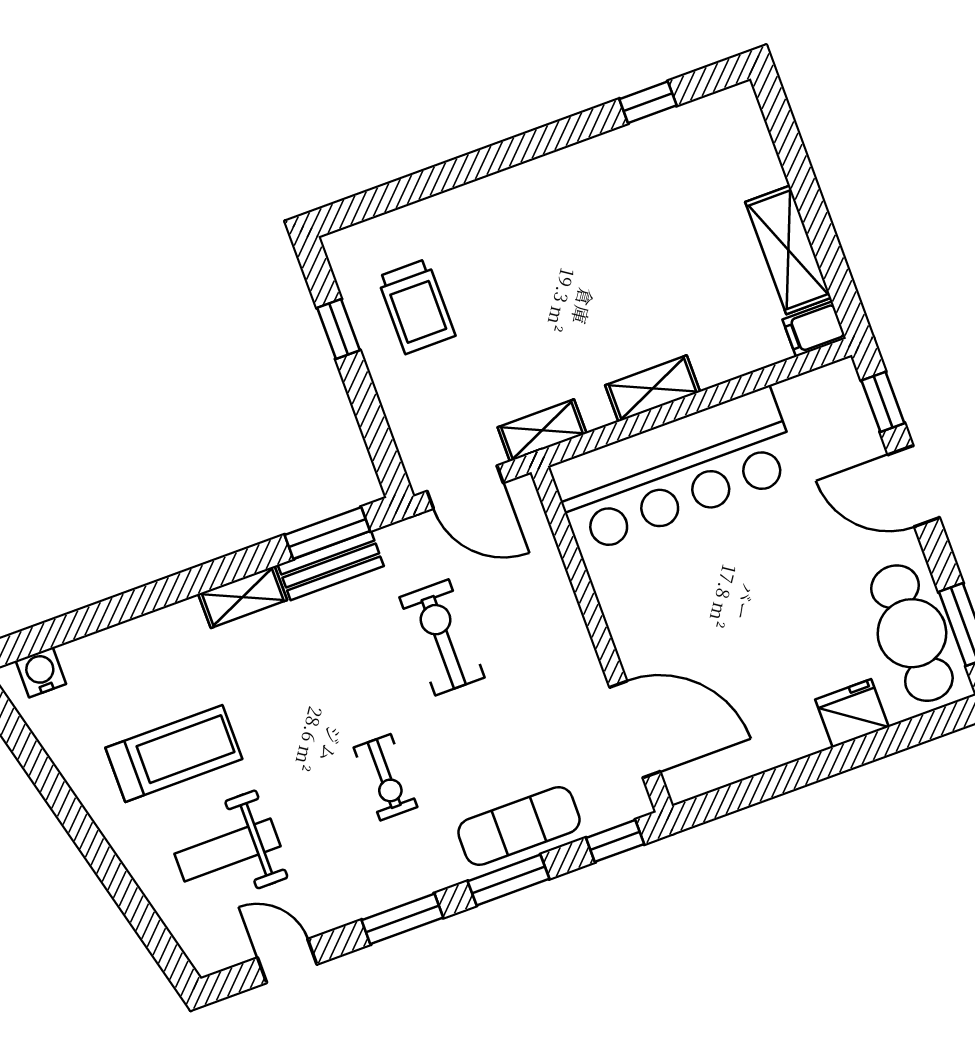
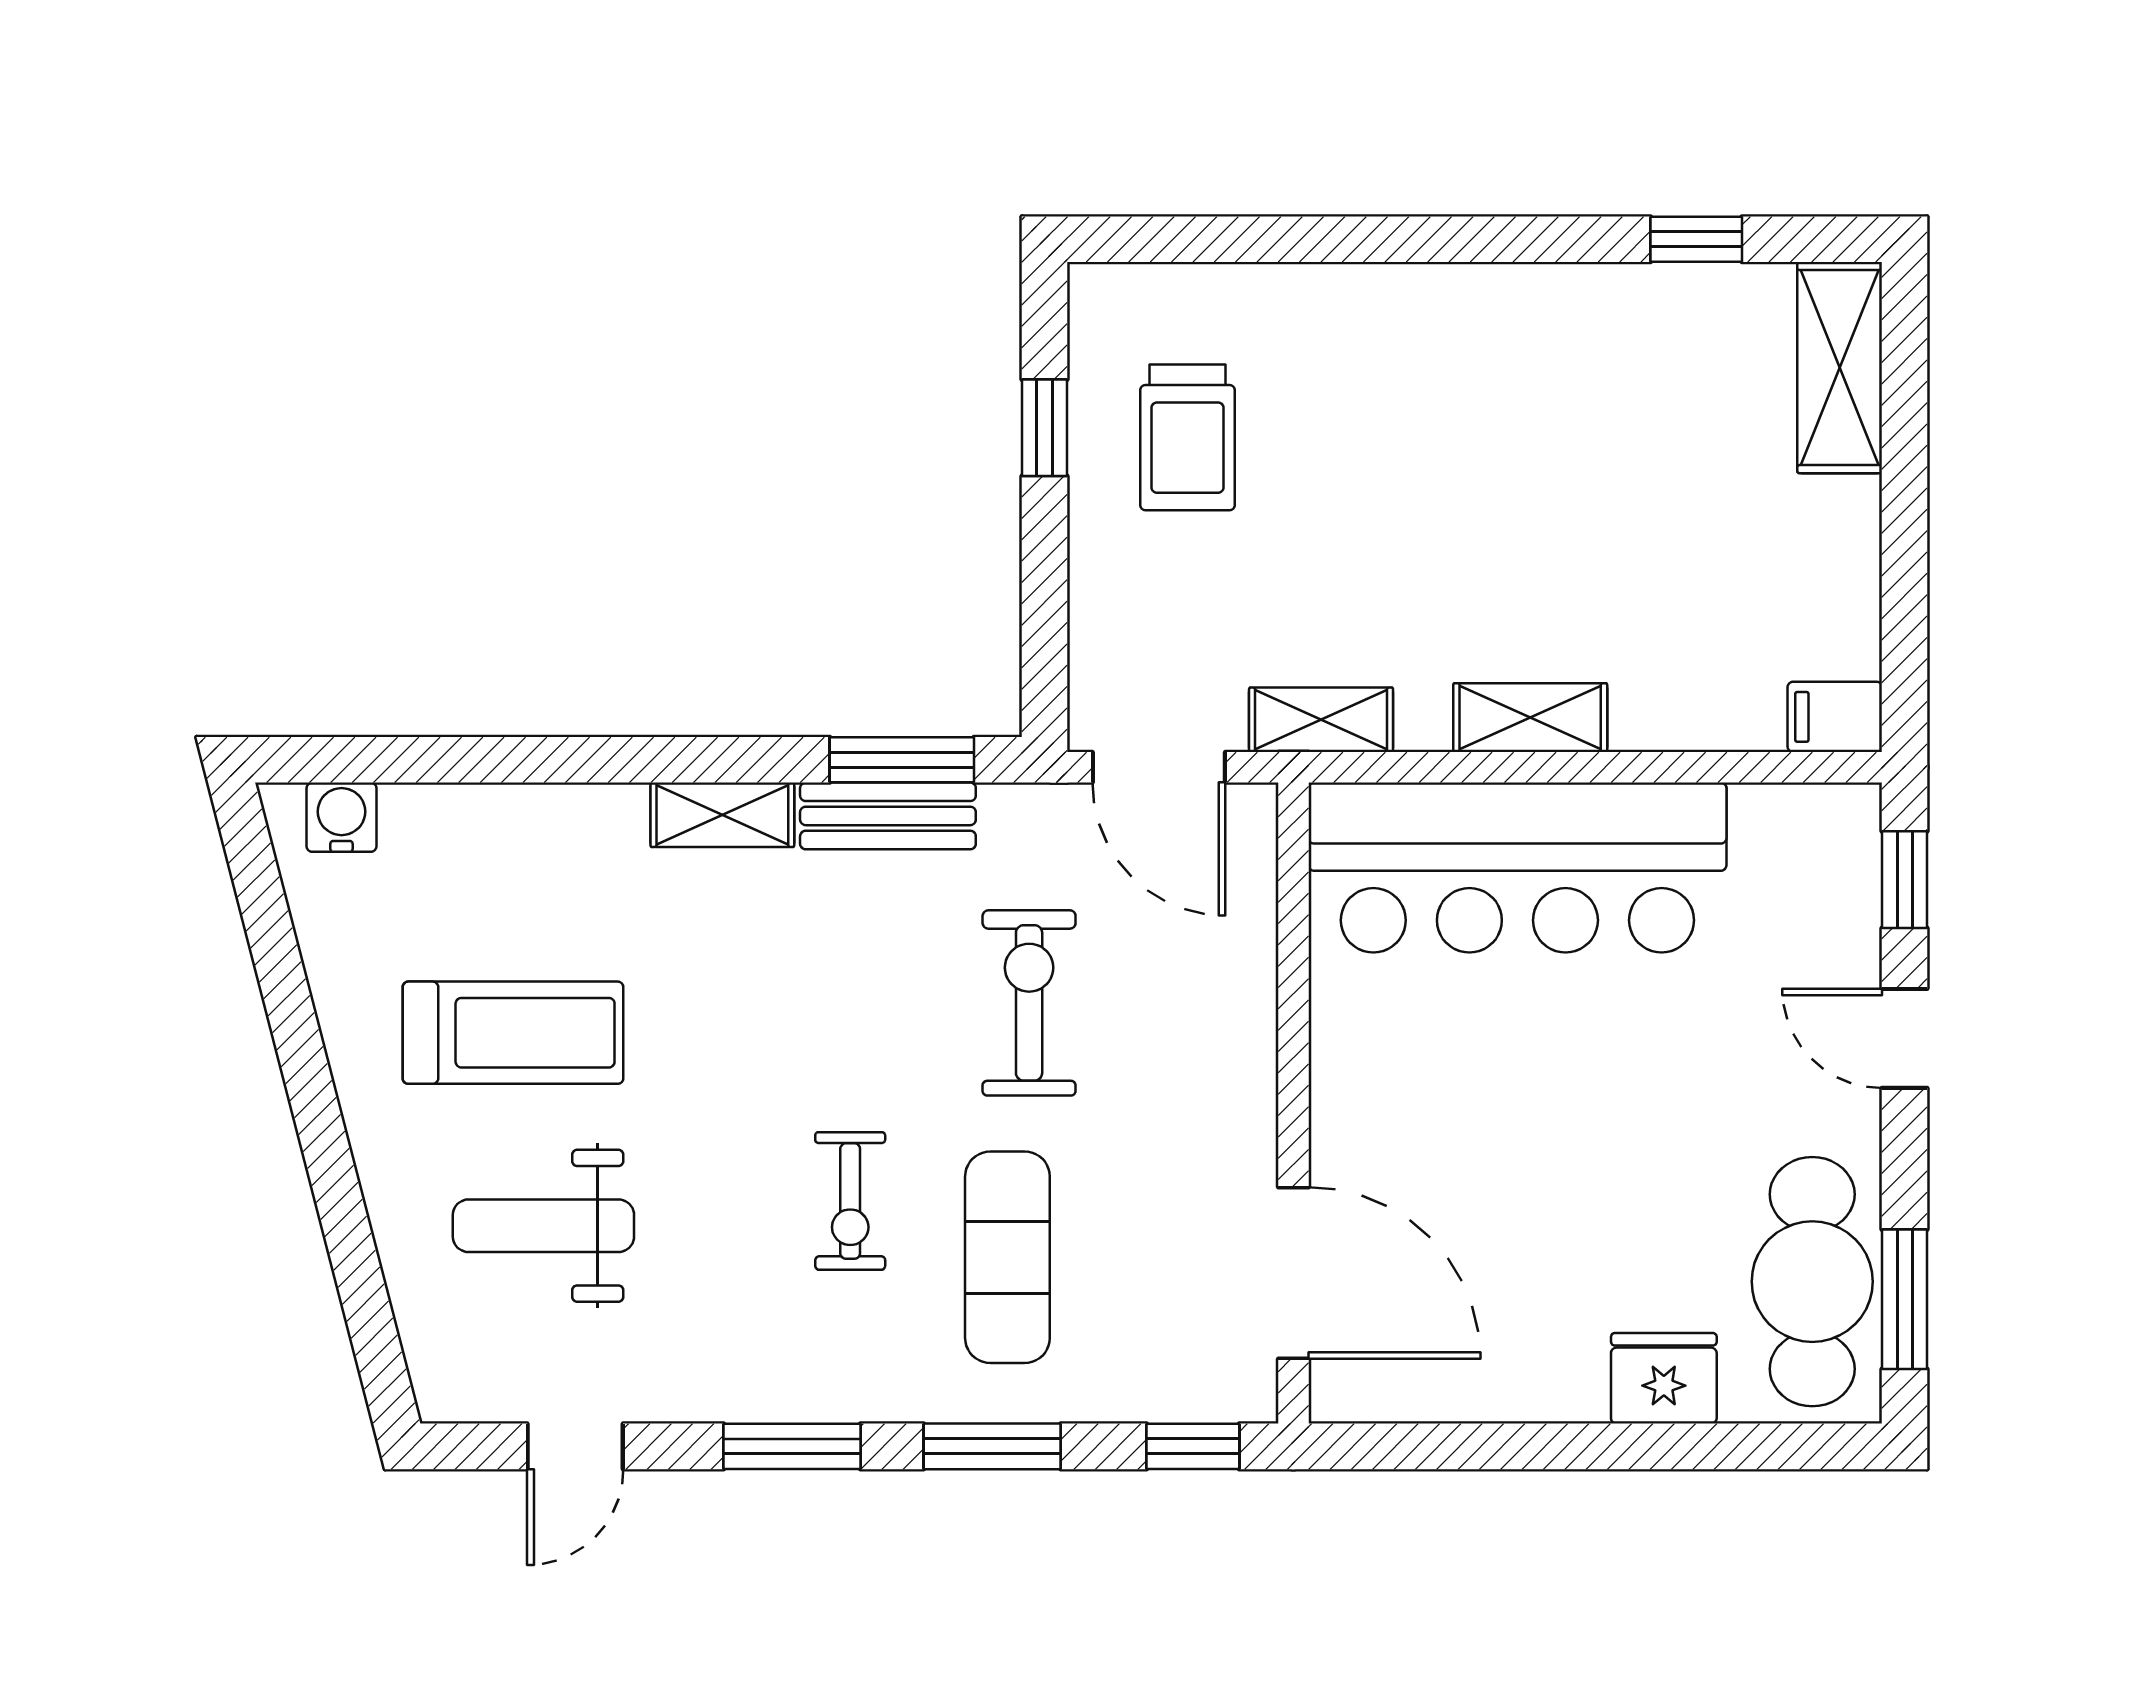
shelving: (788, 250) -> (1840, 368), moved
door: (914, 486) -> (1905, 1038), width x0.73
exercise mat: (519, 826) -> (1007, 1257), moved, turned 90
door: (287, 961) -> (575, 1446), swing flipped

